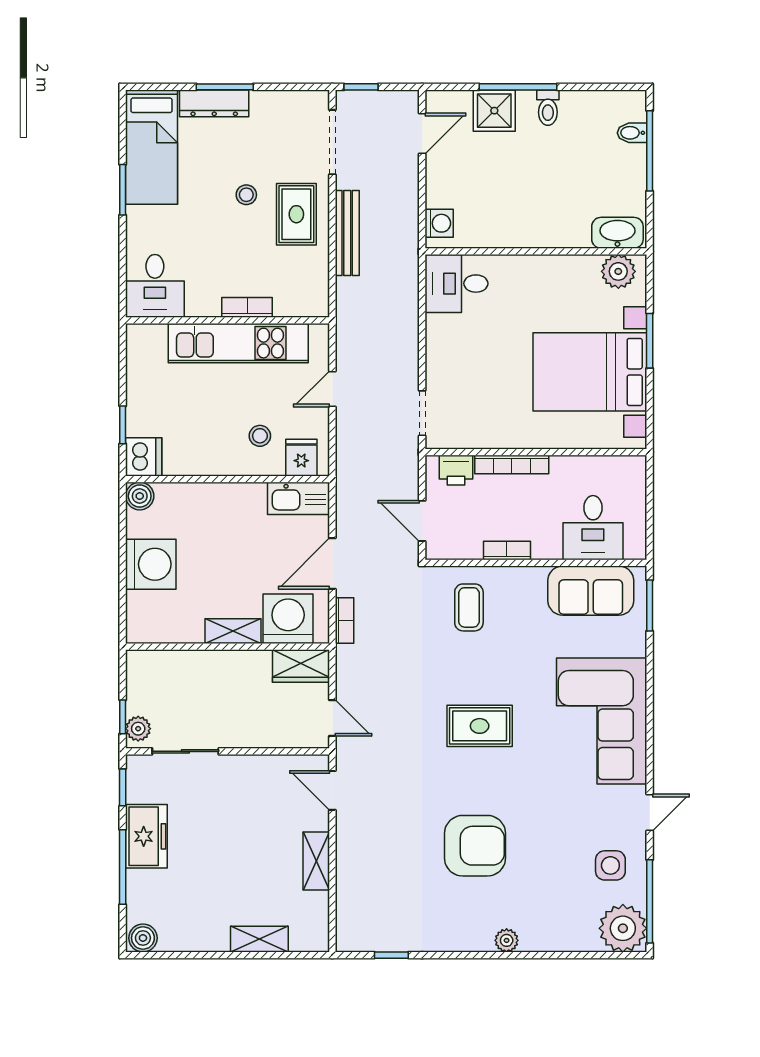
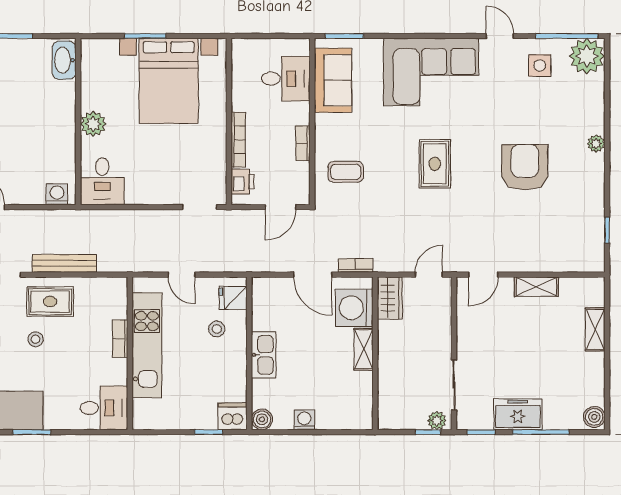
plant: (618, 271) -> (93, 124), moved
kitchen sink: (298, 498) -> (264, 355), moved
washing machine: (151, 564) -> (304, 420), width x0.53, depth x0.53

